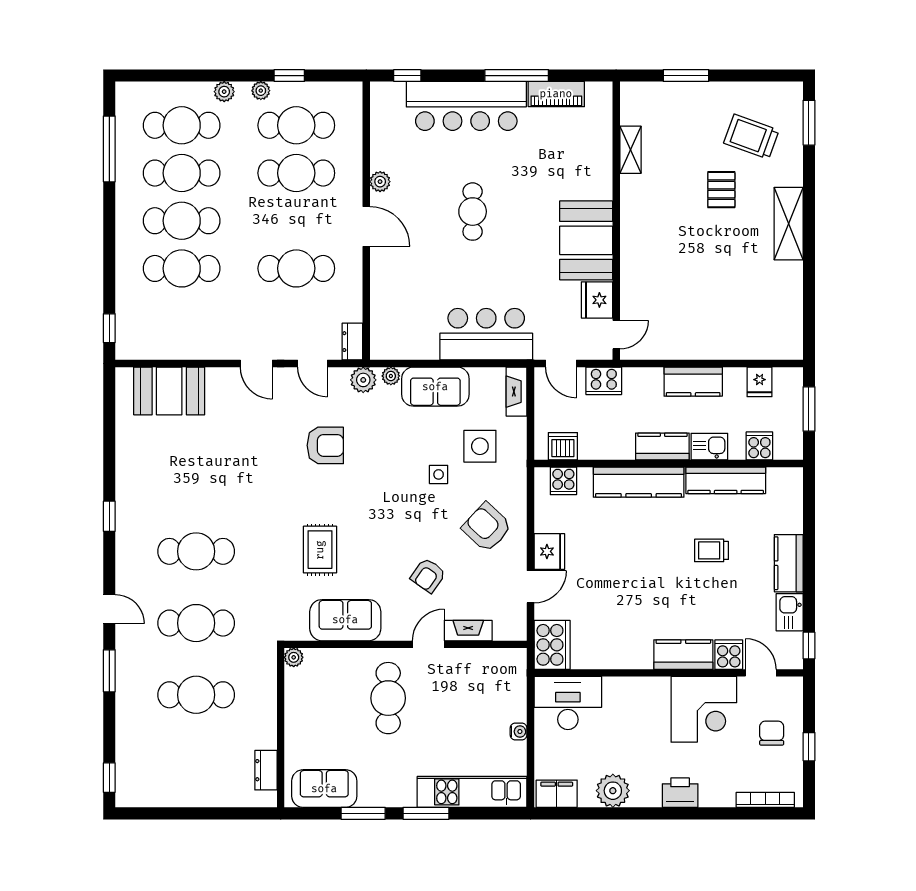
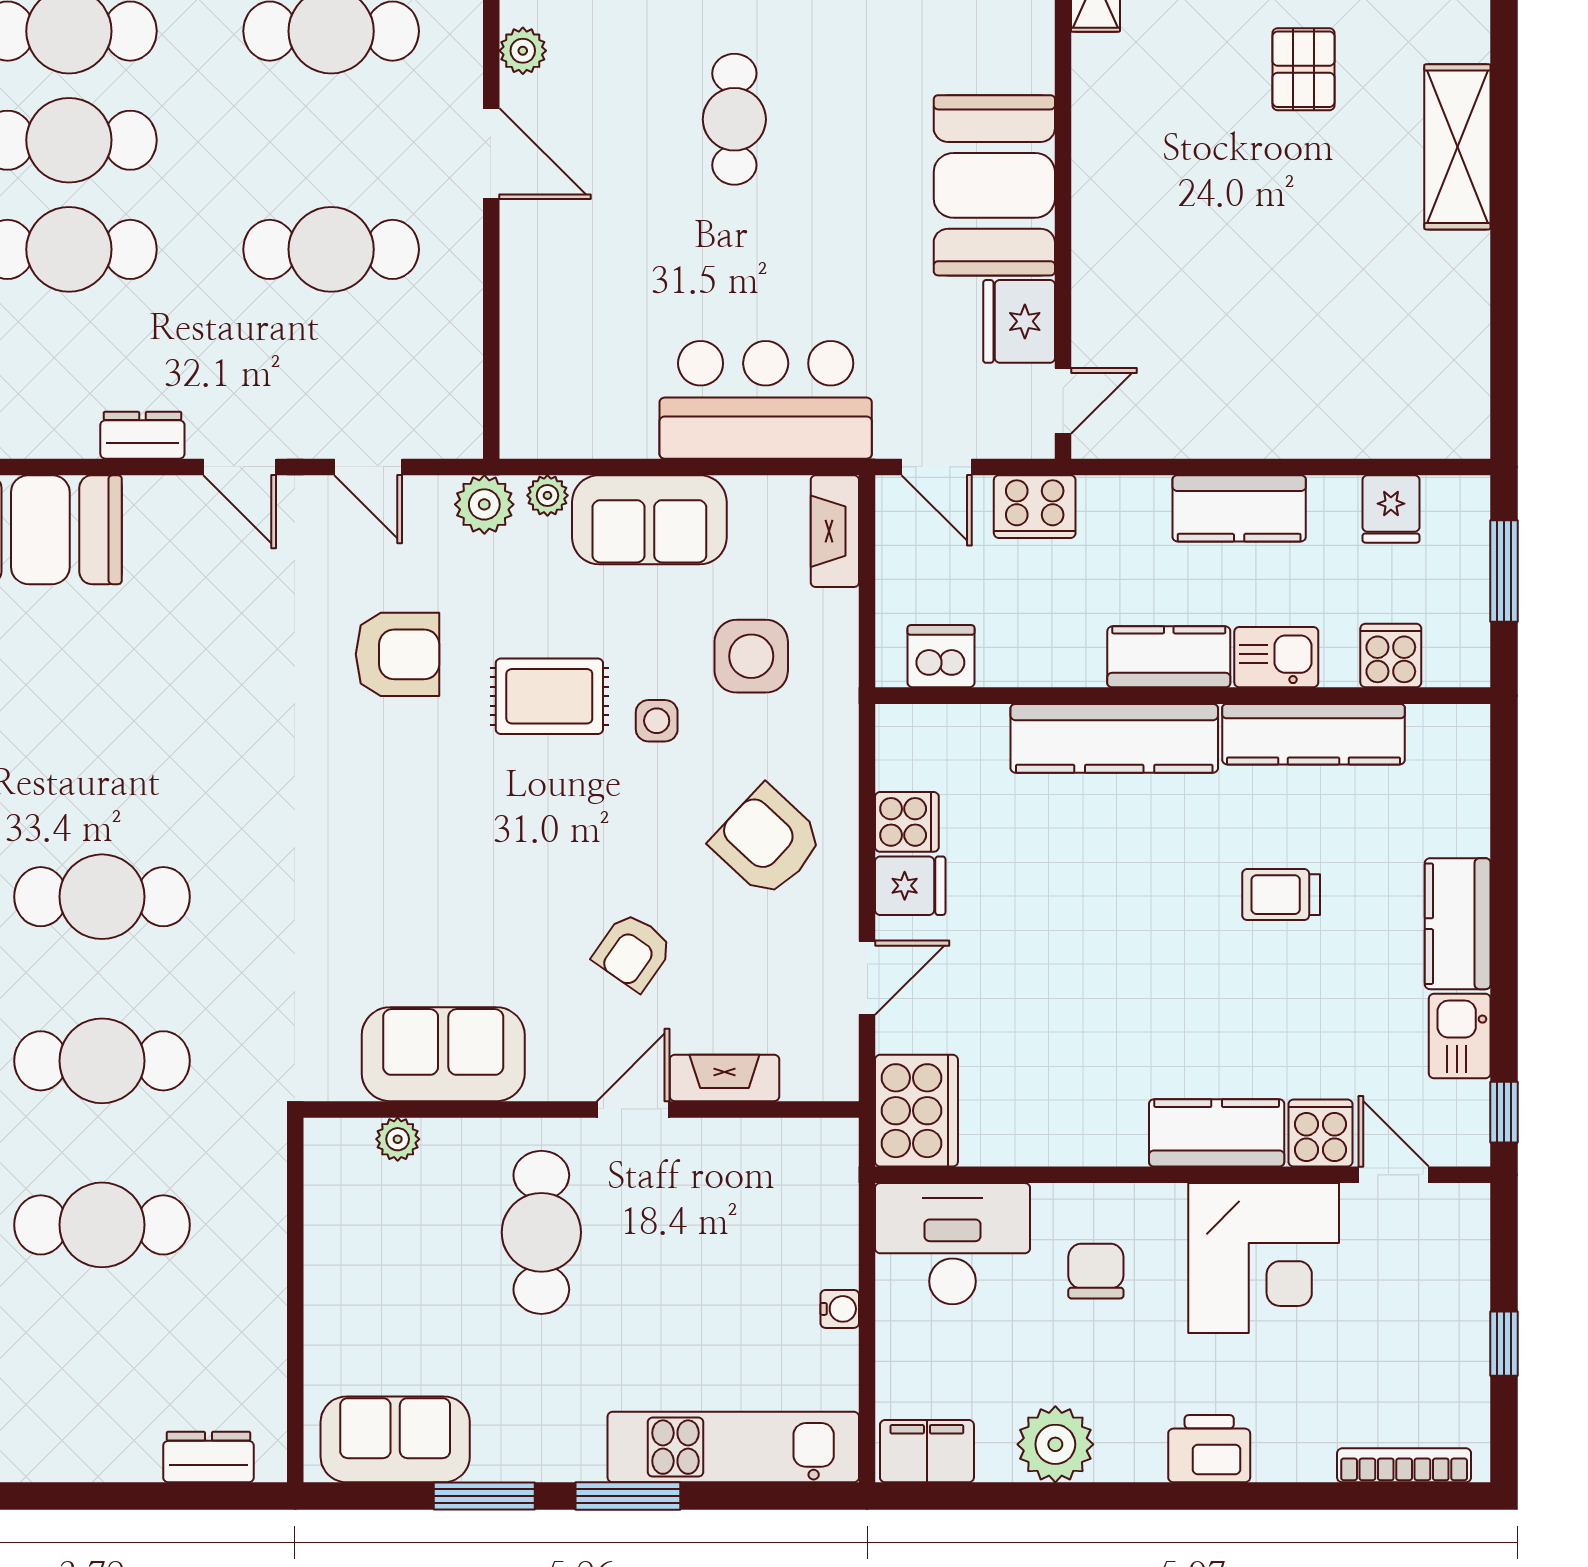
dresser: (352, 342) -> (142, 435), moved, turned 90
cooker: (563, 481) -> (907, 822), moved, turned -90
rug: (320, 550) -> (549, 696), moved, turned 90
fridge: (549, 551) -> (910, 886), width x0.72
plant: (294, 657) -> (398, 1139), moved
chair: (772, 733) -> (1096, 1271), moved
dresser: (266, 770) -> (208, 1457), moved, turned 90

